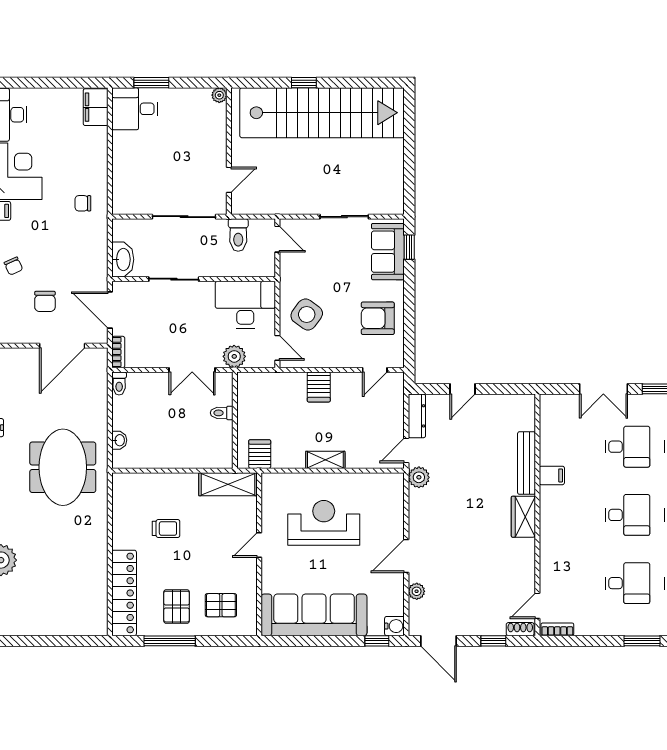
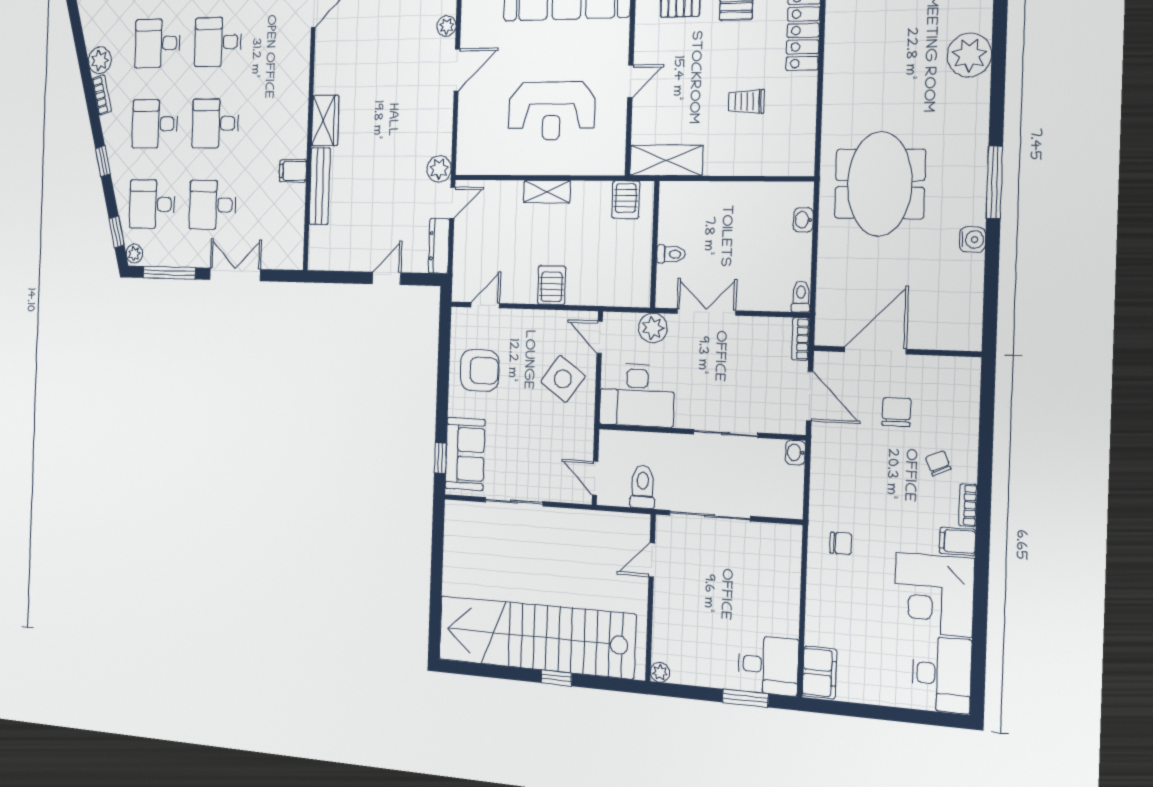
washbasin: (123, 259) -> (795, 452), width x0.52, depth x0.69

